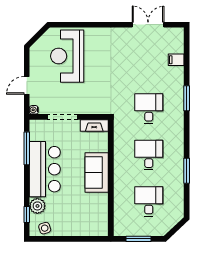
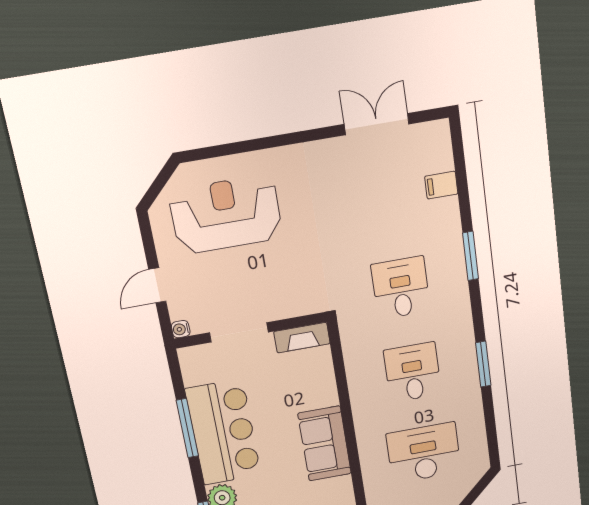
reception desk: (67, 56) -> (226, 215), turned 90
window: (27, 148) -> (187, 428), moved
window: (187, 171) -> (483, 364), moved
sofa: (97, 172) -> (325, 444), moved
desk: (149, 201) -> (424, 453), width x1.37

